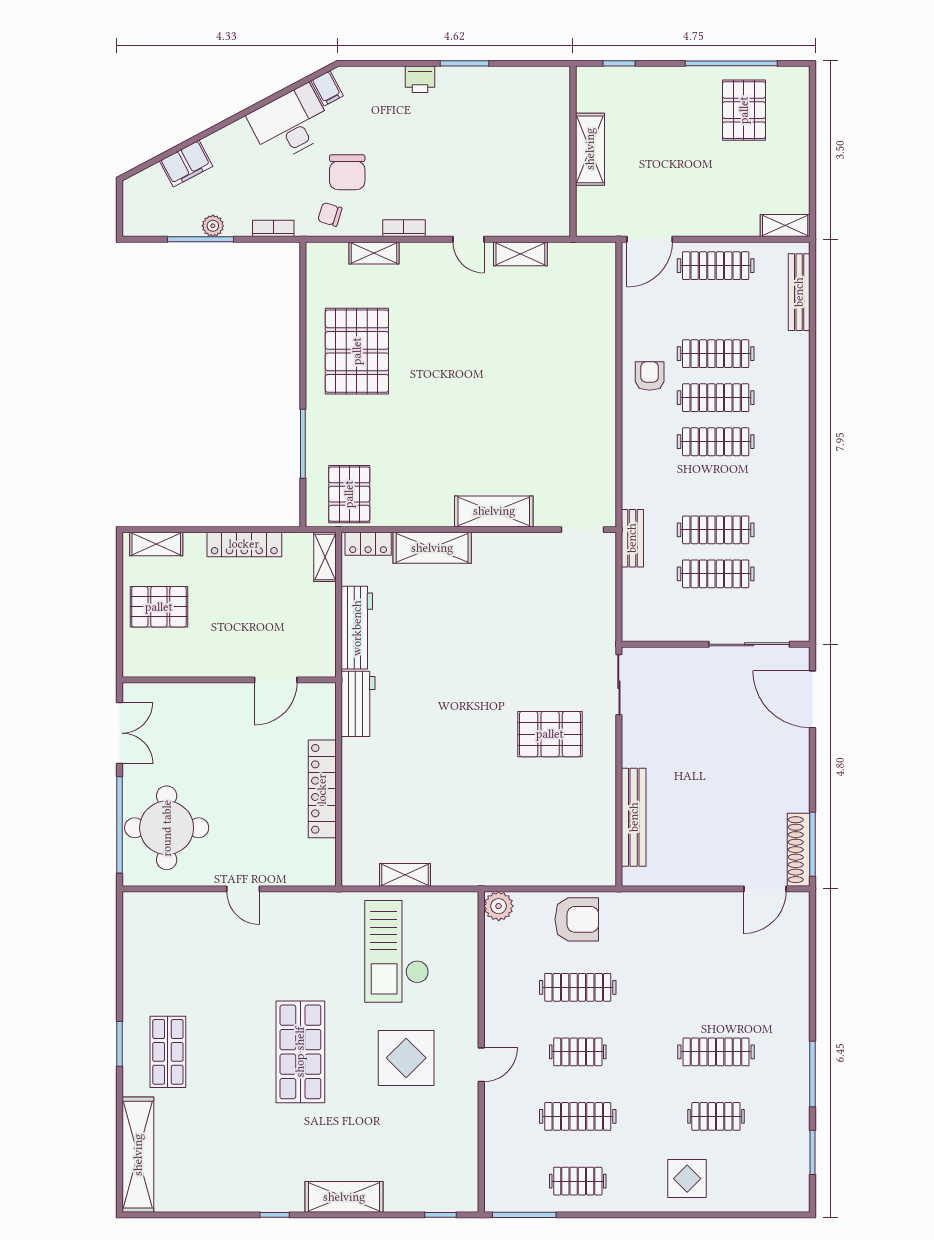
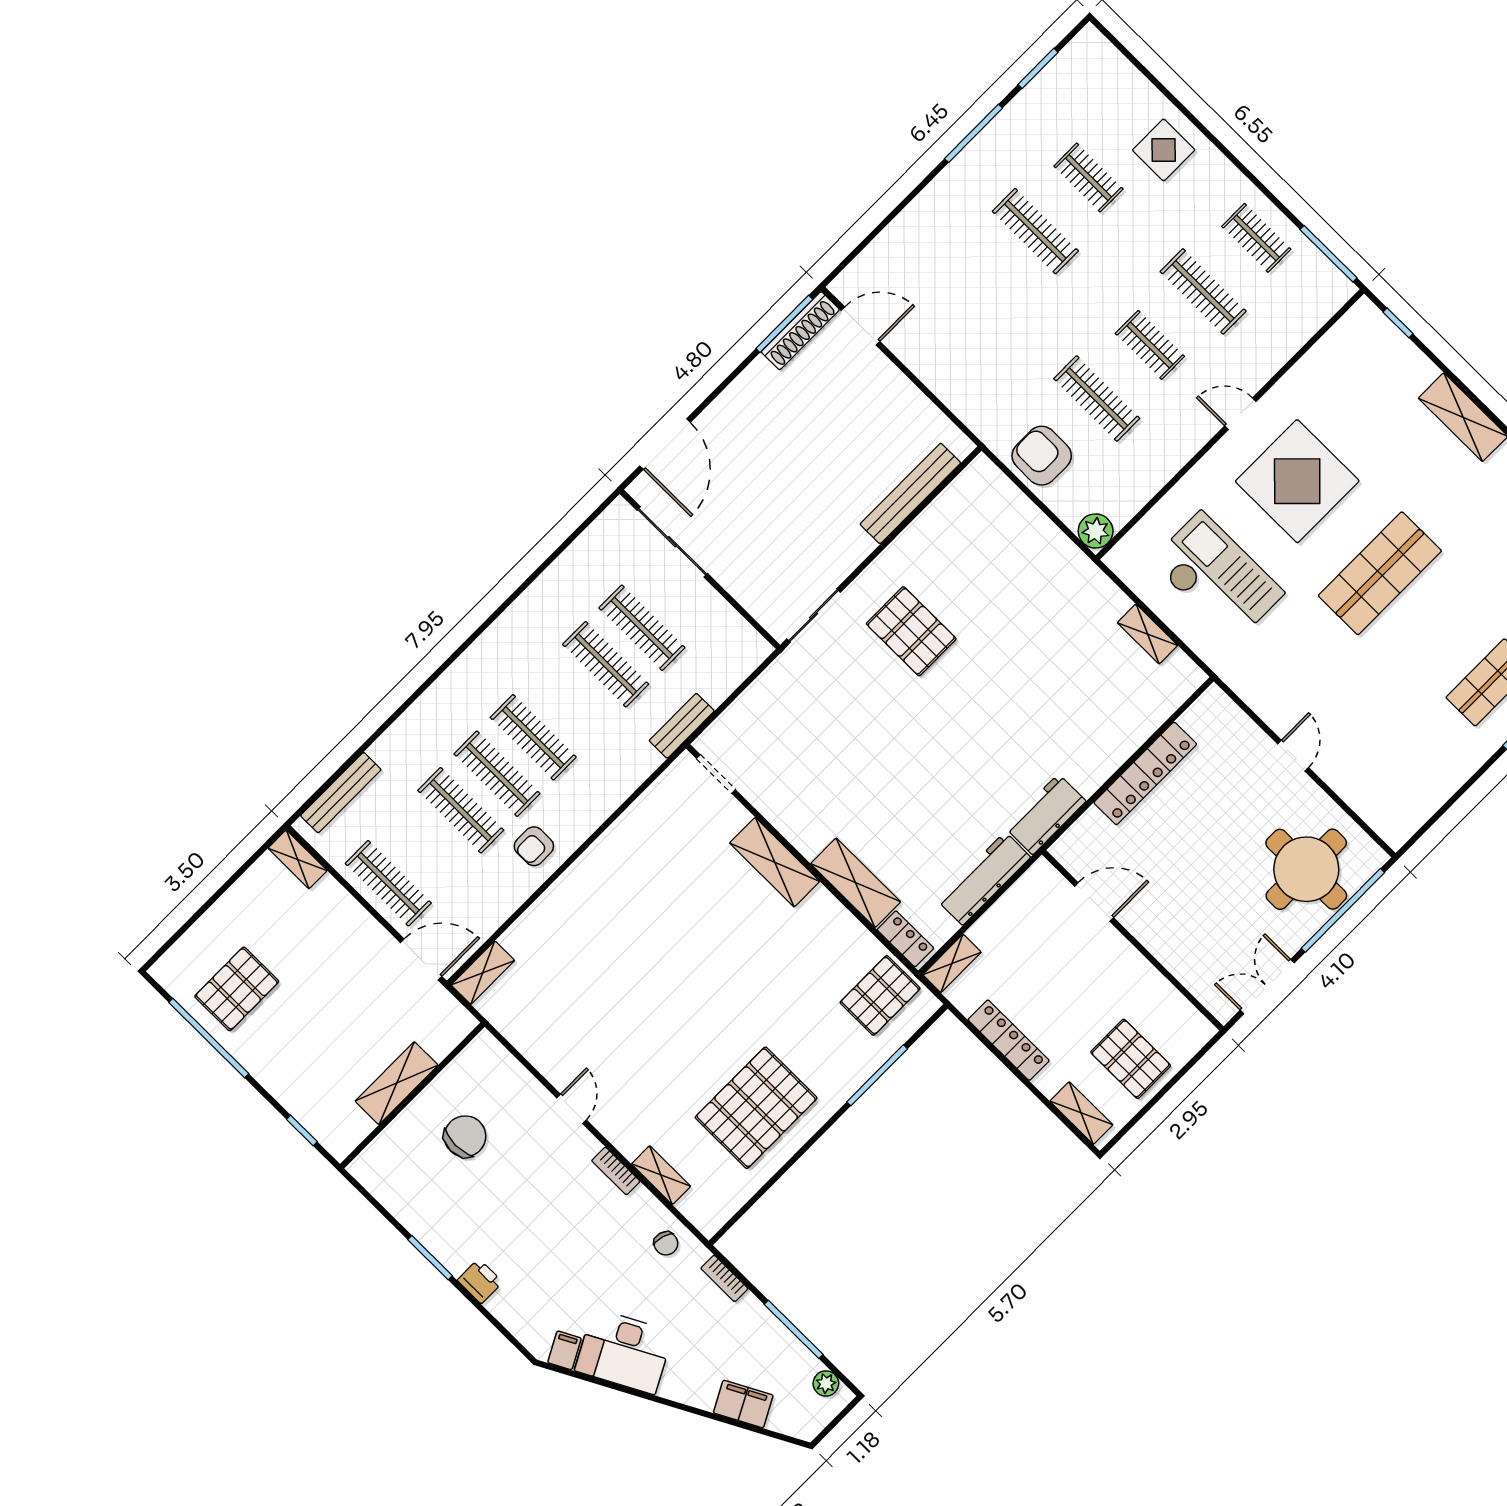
chair: (347, 172) -> (465, 1136), moved
plant: (213, 226) -> (826, 1383), moved
shelving: (520, 254) -> (483, 973), moved, turned 90
checkout: (397, 951) -> (1217, 577), turned -90
display table: (406, 1058) -> (1297, 481), width x1.36, depth x1.36

